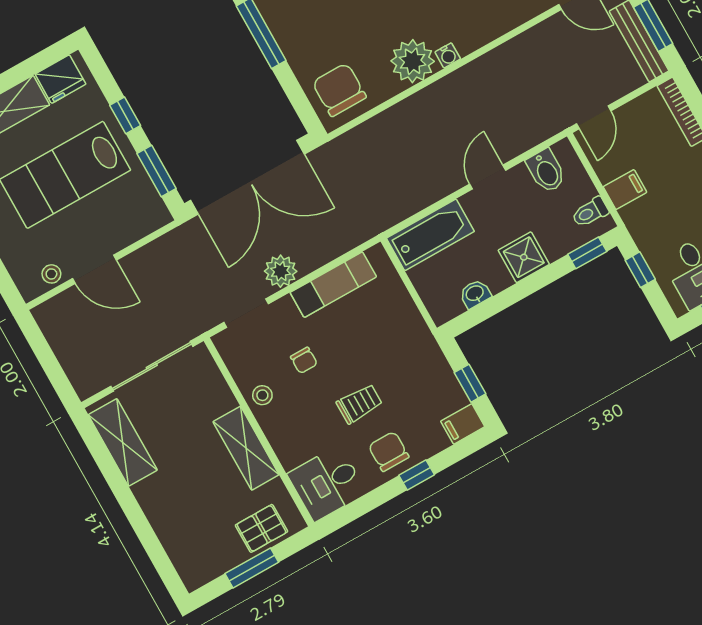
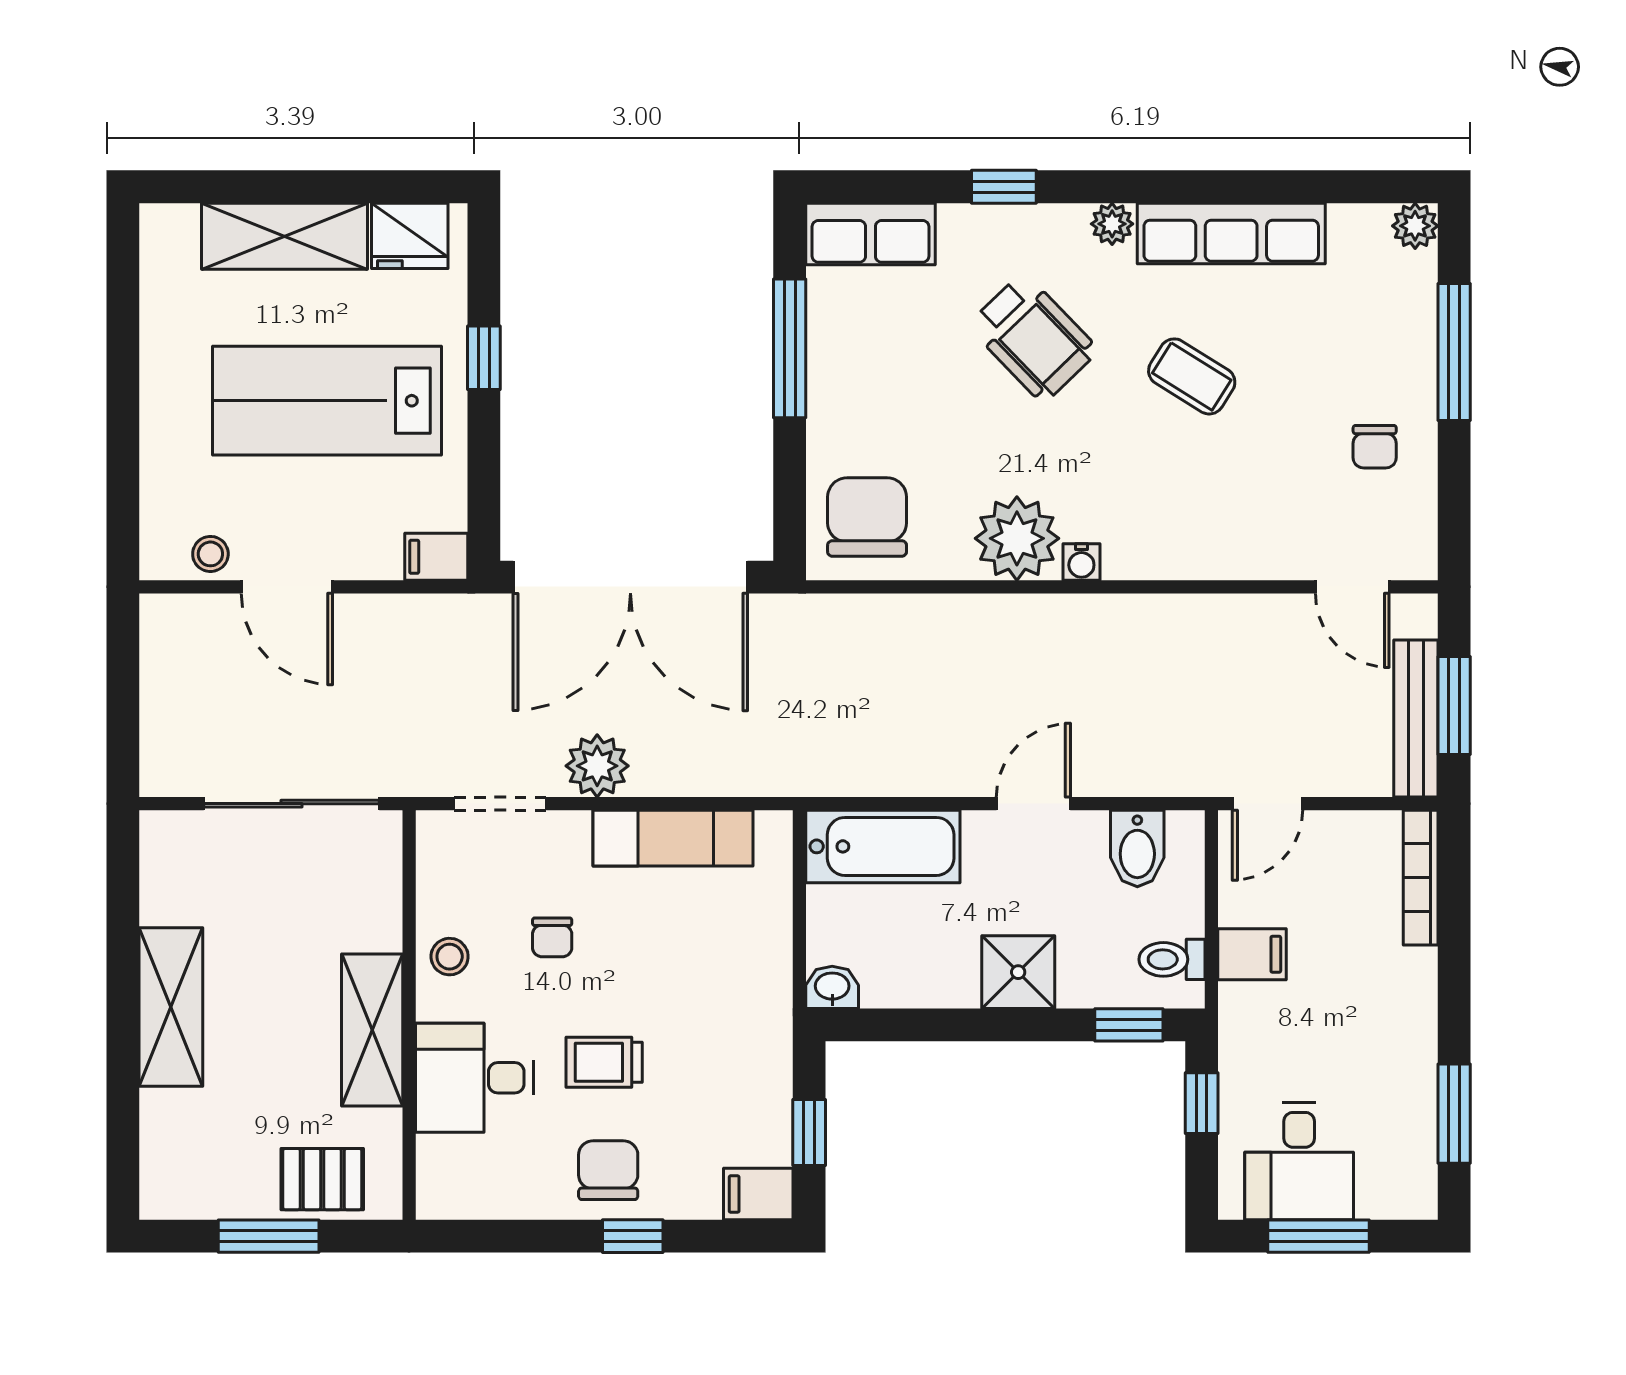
window: (157, 171) -> (484, 481), removed
filing cabinet: (154, 218) -> (436, 557), added
washbasin: (475, 294) -> (832, 987), moved
trolley: (359, 404) -> (604, 1062), turned 180
shelving: (123, 442) -> (171, 1007), moved
desk: (327, 483) -> (474, 1078), moved

